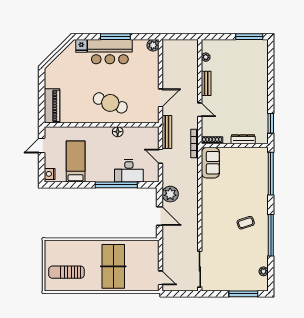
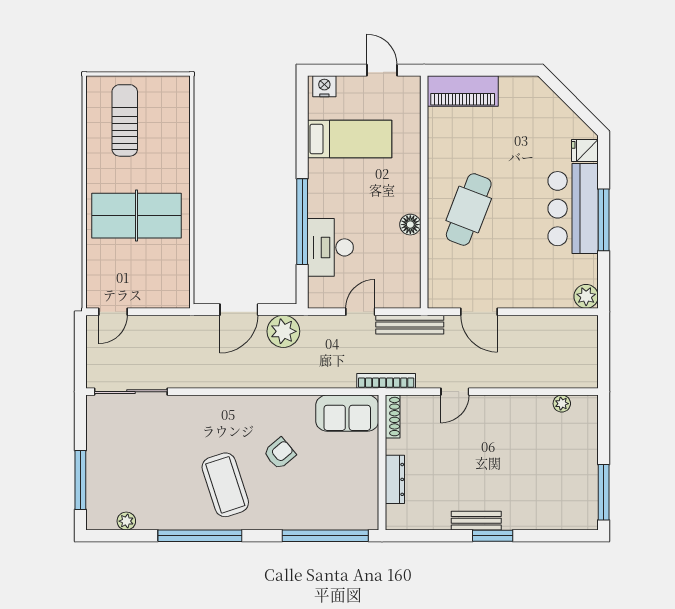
bench: (206, 83) -> (476, 521), moved
window: (271, 123) -> (493, 536), moved
armchair: (230, 196) -> (280, 453), added
coffee table: (246, 223) -> (225, 485), width x1.86, depth x1.72

